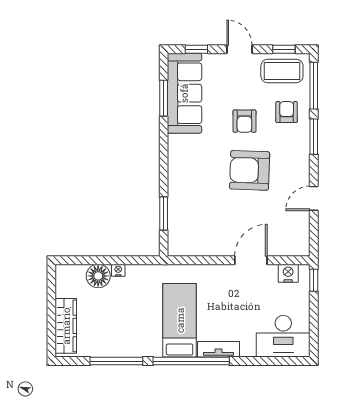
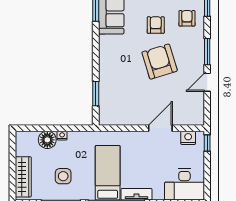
armchair: (244, 121) -> (156, 25), turned 180
window: (314, 137) -> (207, 52), moved
armchair: (250, 170) -> (160, 62), turned 71
side table: (120, 325) -> (63, 176), added

